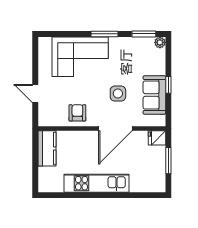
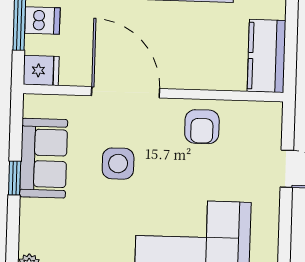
door: (115, 129) -> (126, 92), hinge flipped
dishwasher: (157, 162) -> (42, 21), added

